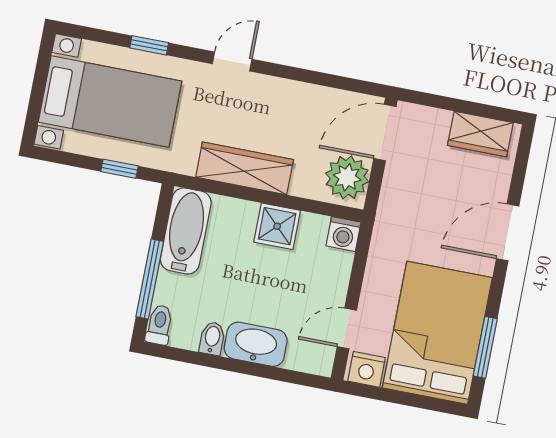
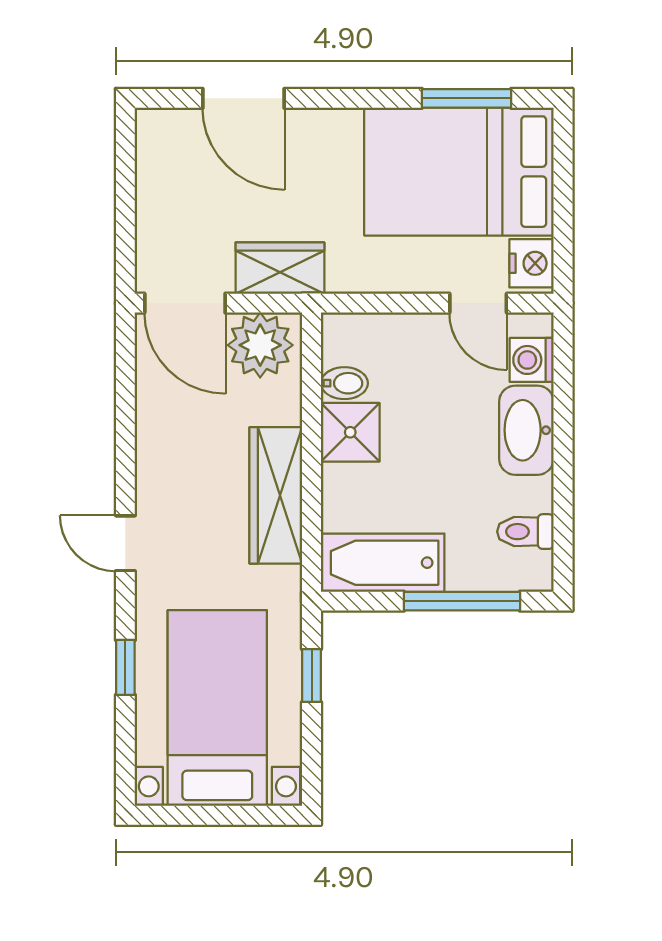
wardrobe: (480, 134) -> (280, 268), moved, turned -90
door: (508, 232) -> (244, 98), moved
washing machine: (343, 234) -> (532, 360), moved, turned 180
toilet: (159, 325) -> (525, 532), moved
bidet: (212, 338) -> (344, 383), moved, turned 180

